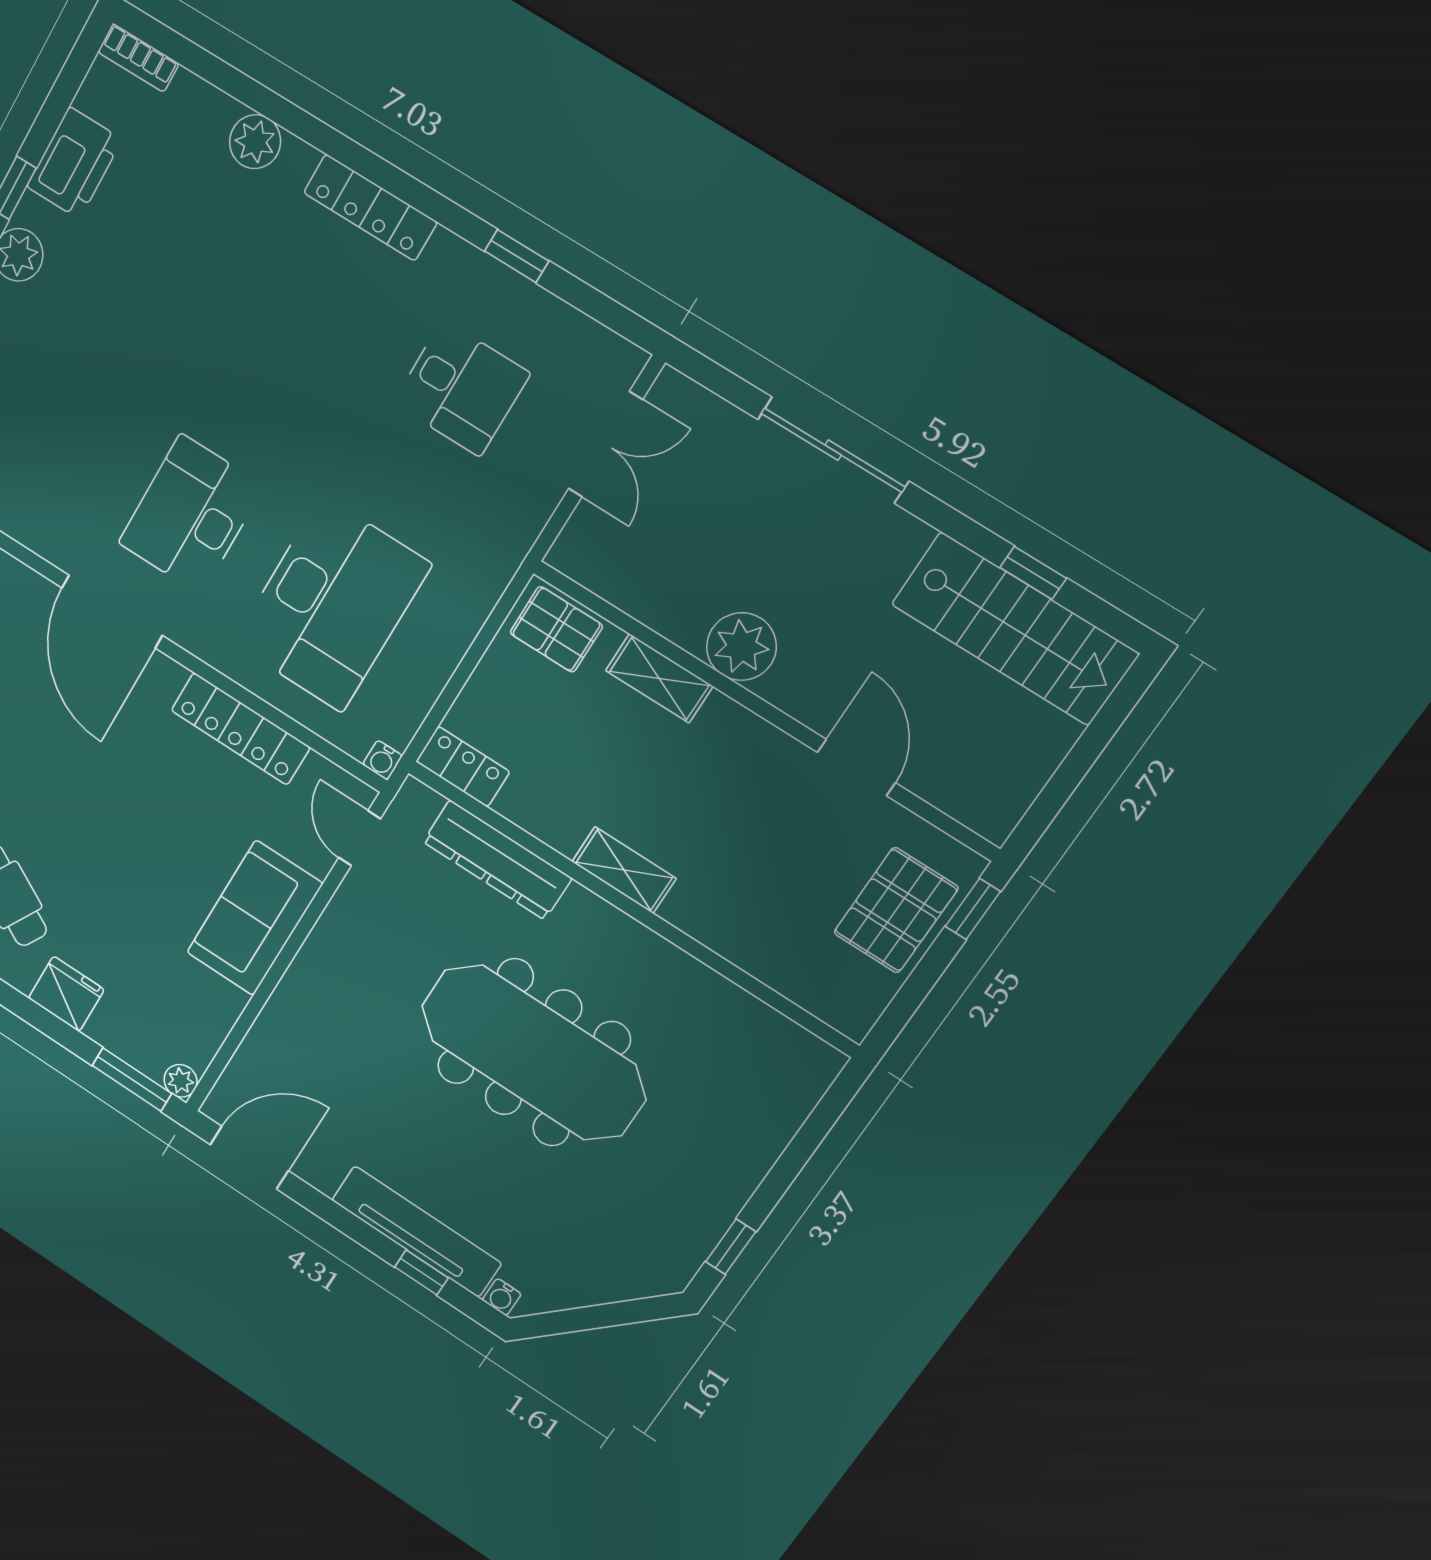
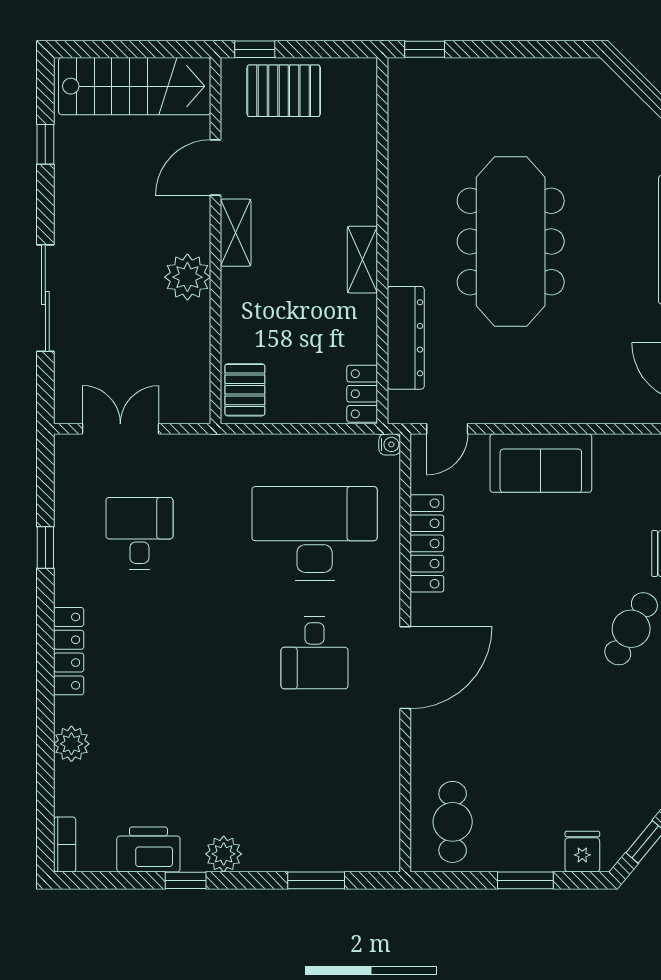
desk: (191, 515) -> (315, 653), width x0.73
stairs: (1015, 629) -> (135, 86), moved, turned 90
shelving: (659, 678) -> (236, 233), moved
window: (731, 1247) -> (425, 49), moved

